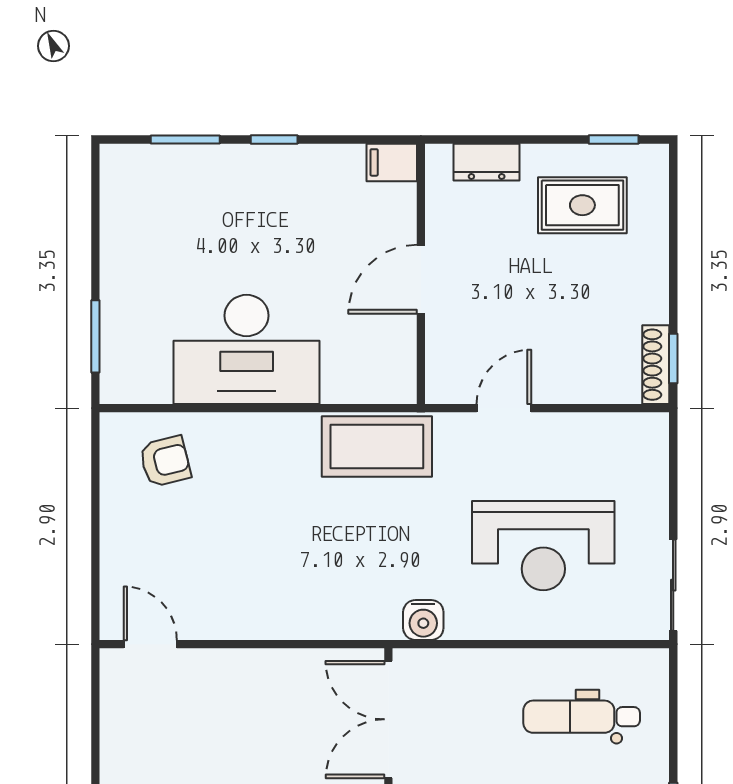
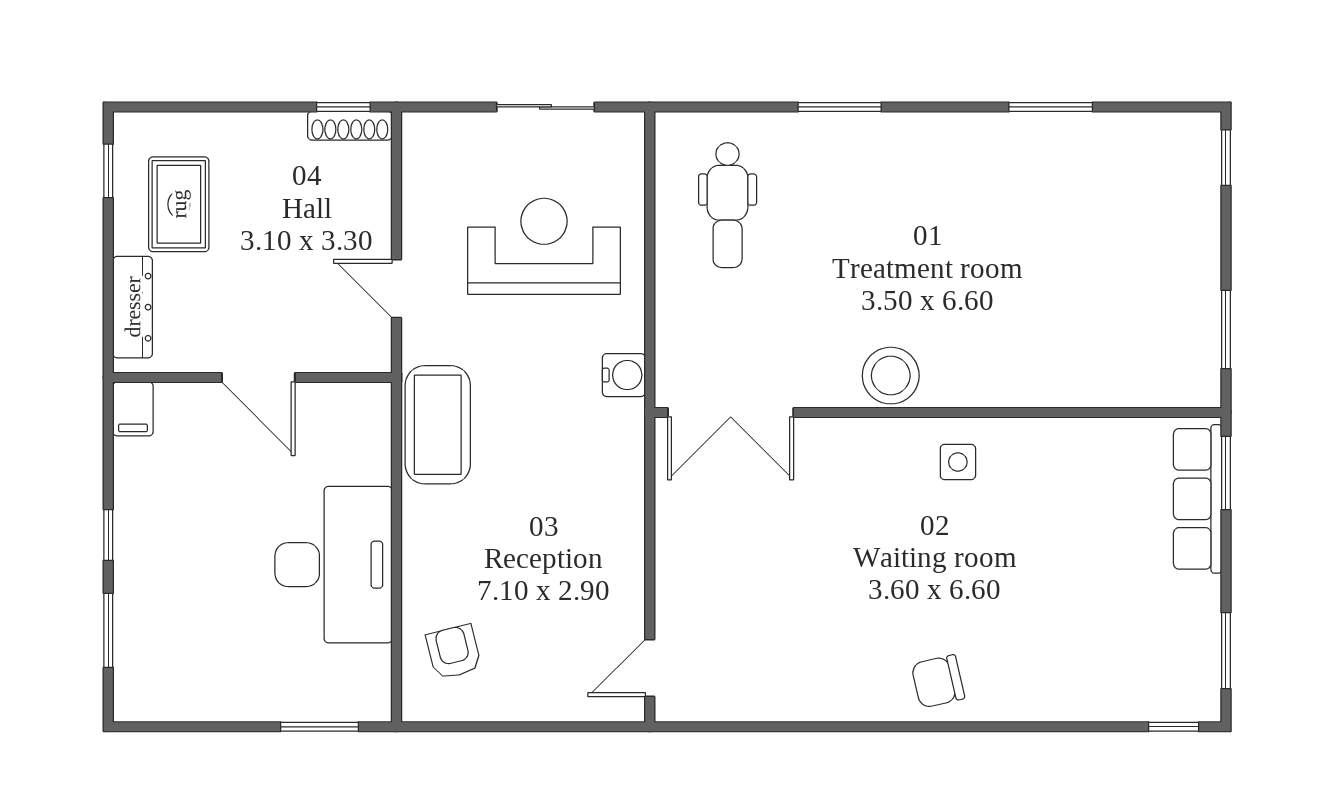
dresser: (487, 162) -> (133, 307), width x1.44
reception desk: (543, 546) -> (544, 246), turned -90
sliding door: (673, 585) -> (546, 107), moved

